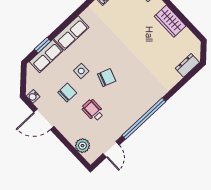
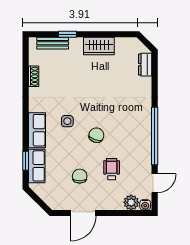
side table: (81, 71) -> (67, 121), moved
water cooler: (33, 96) -> (145, 205), moved
wheelchair: (93, 110) -> (112, 169), turned 90
door: (111, 149) -> (155, 183), hinge flipped

